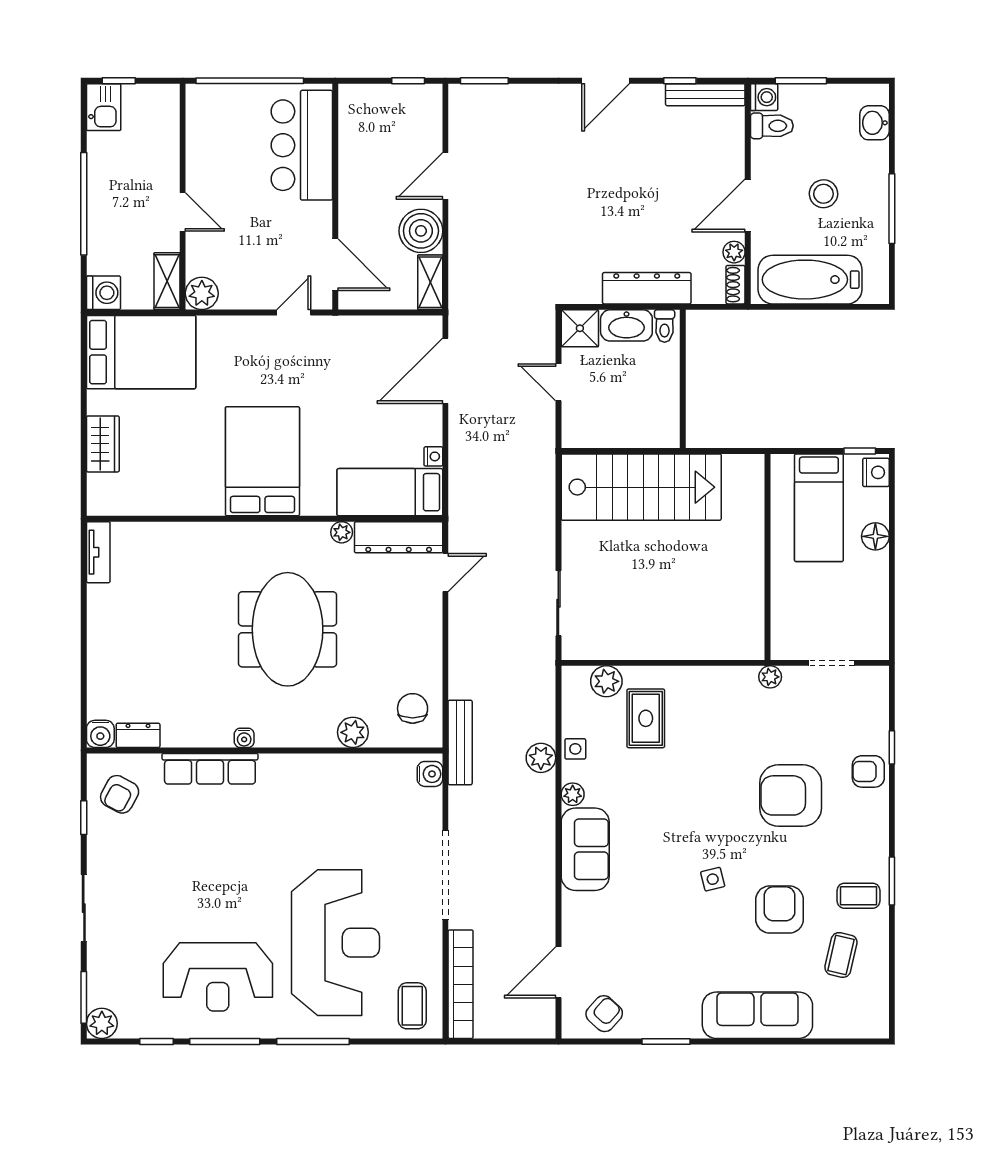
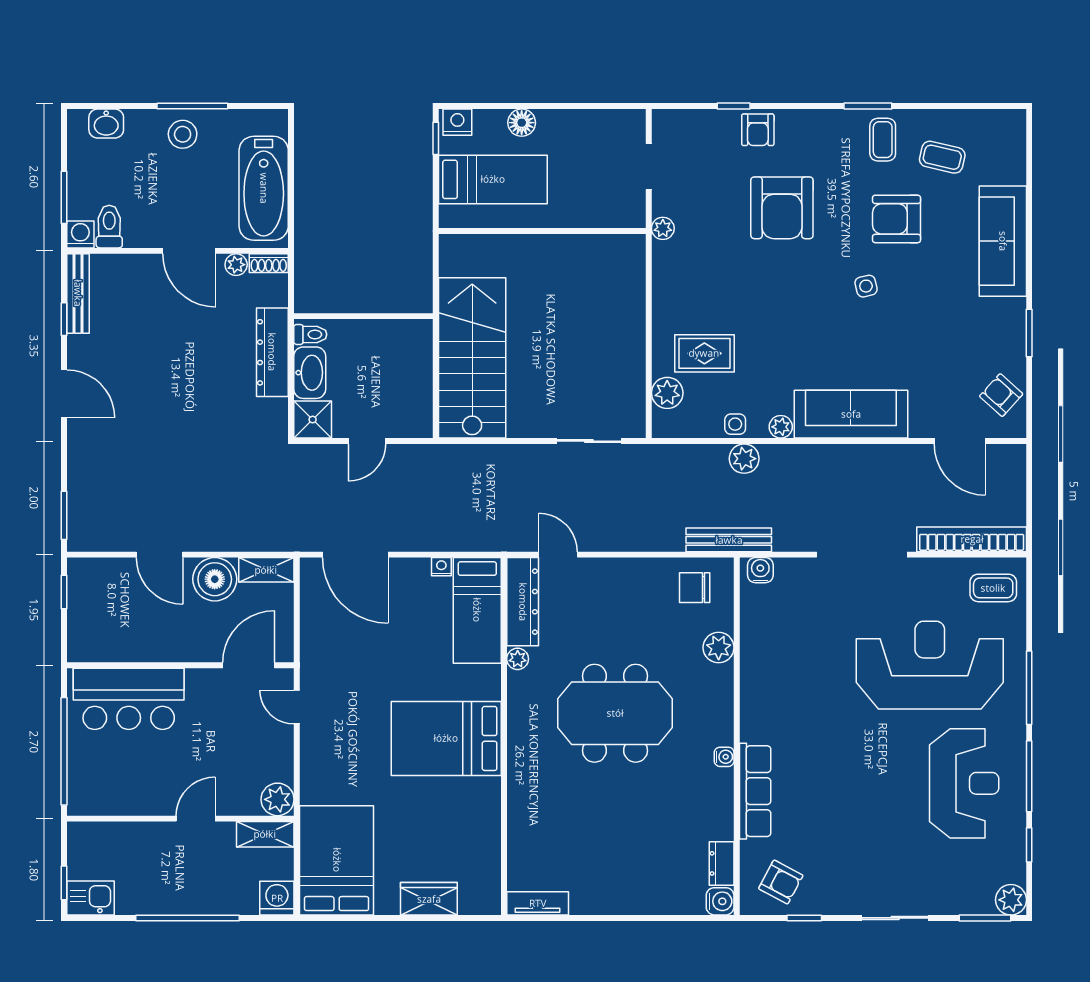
stool: (823, 194) -> (183, 134), moved
sofa: (585, 849) -> (851, 414), width x1.36

